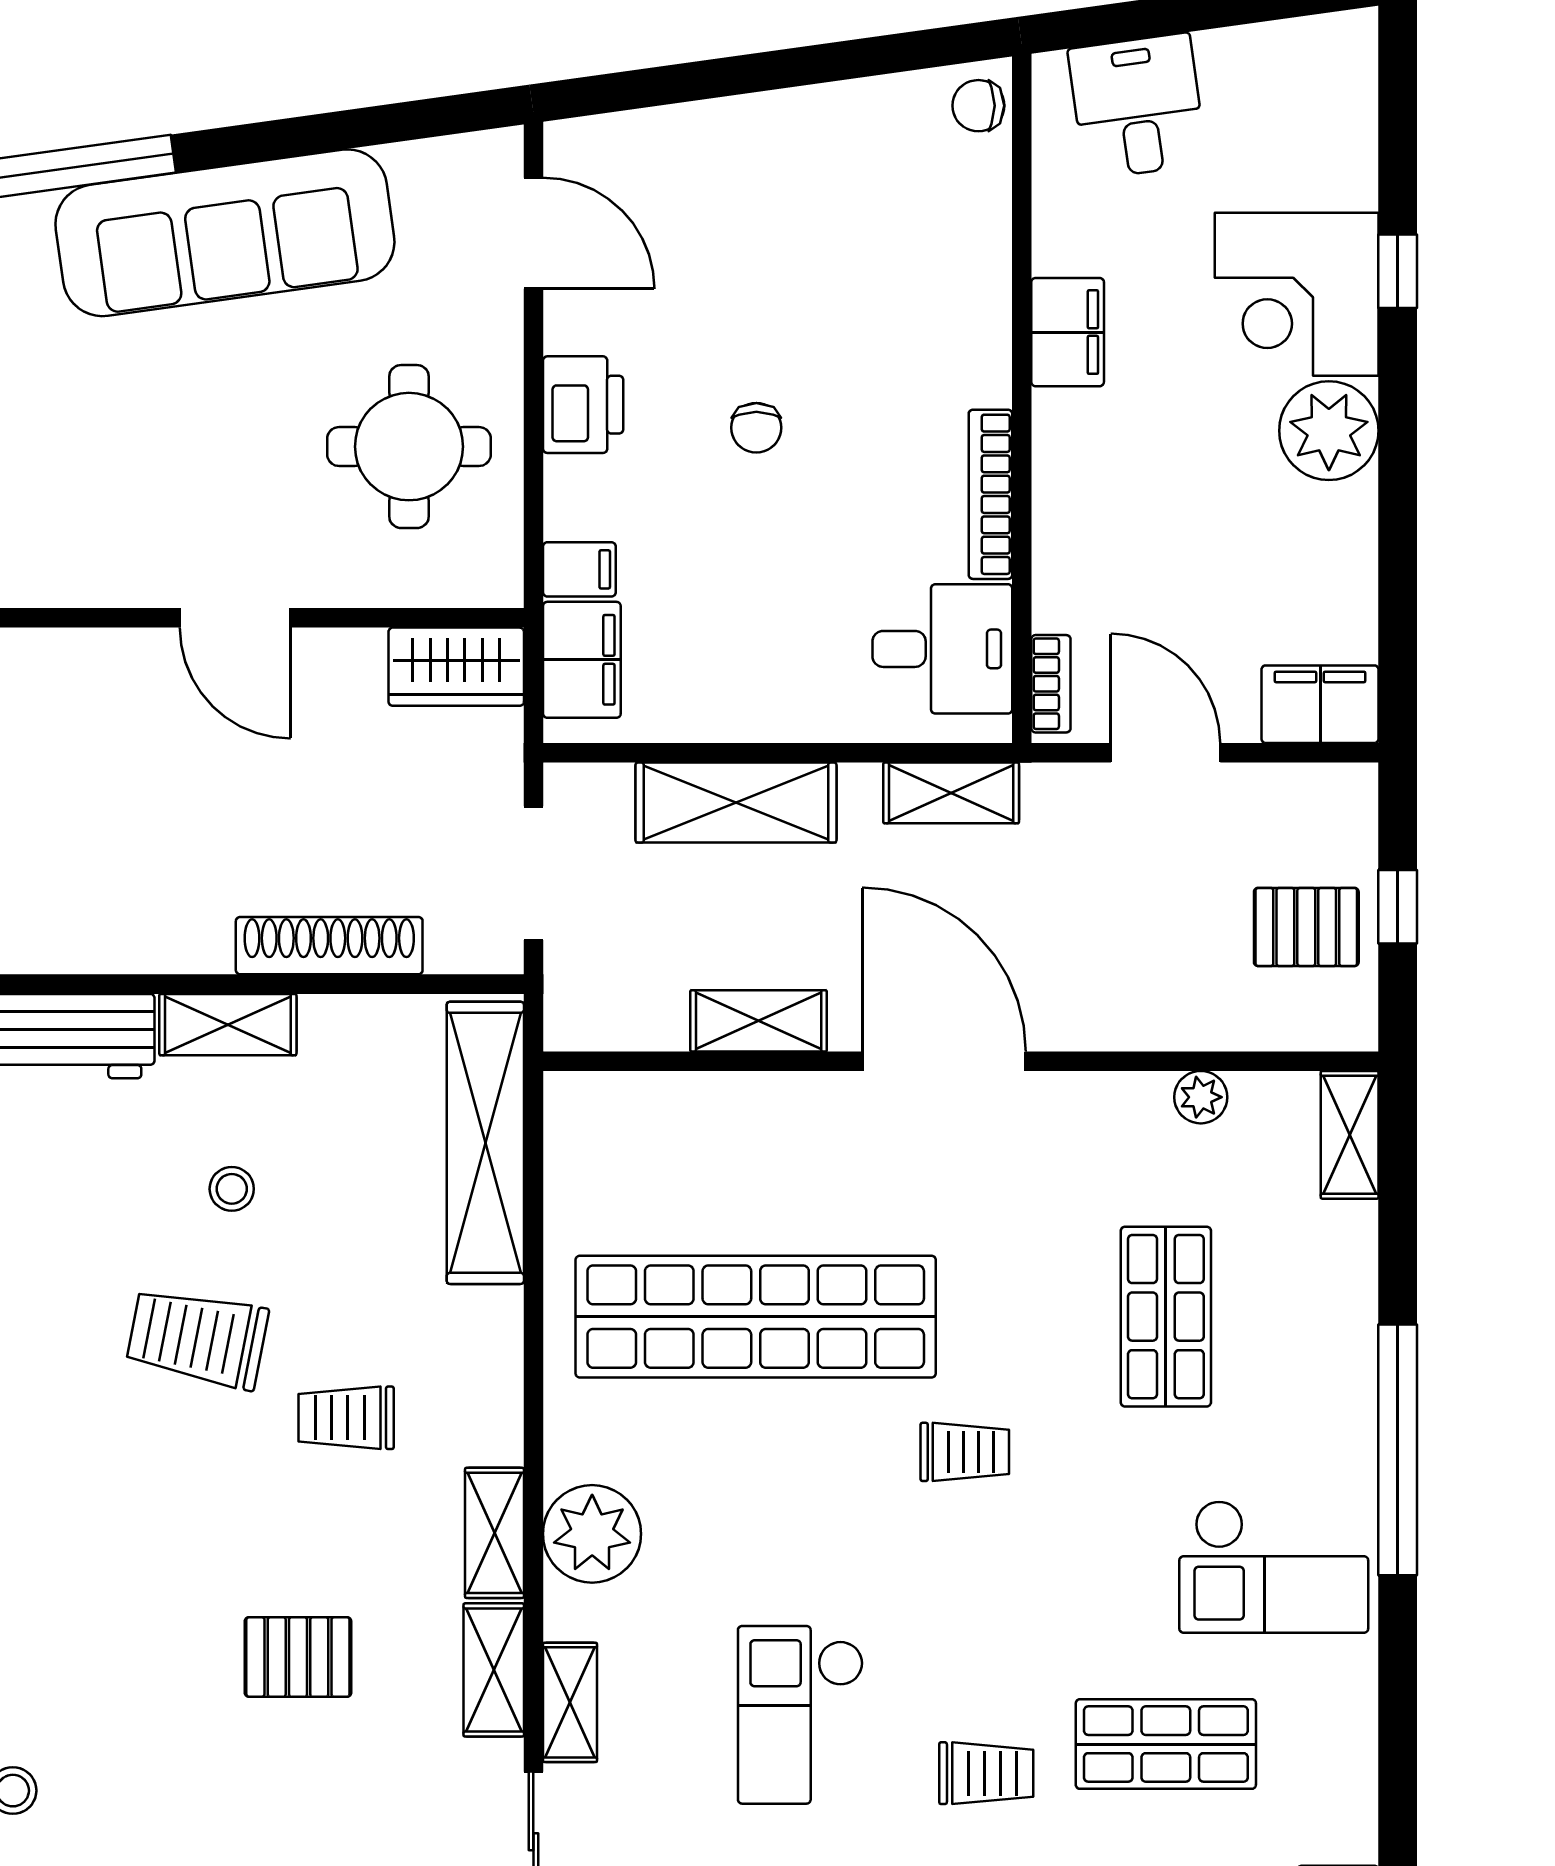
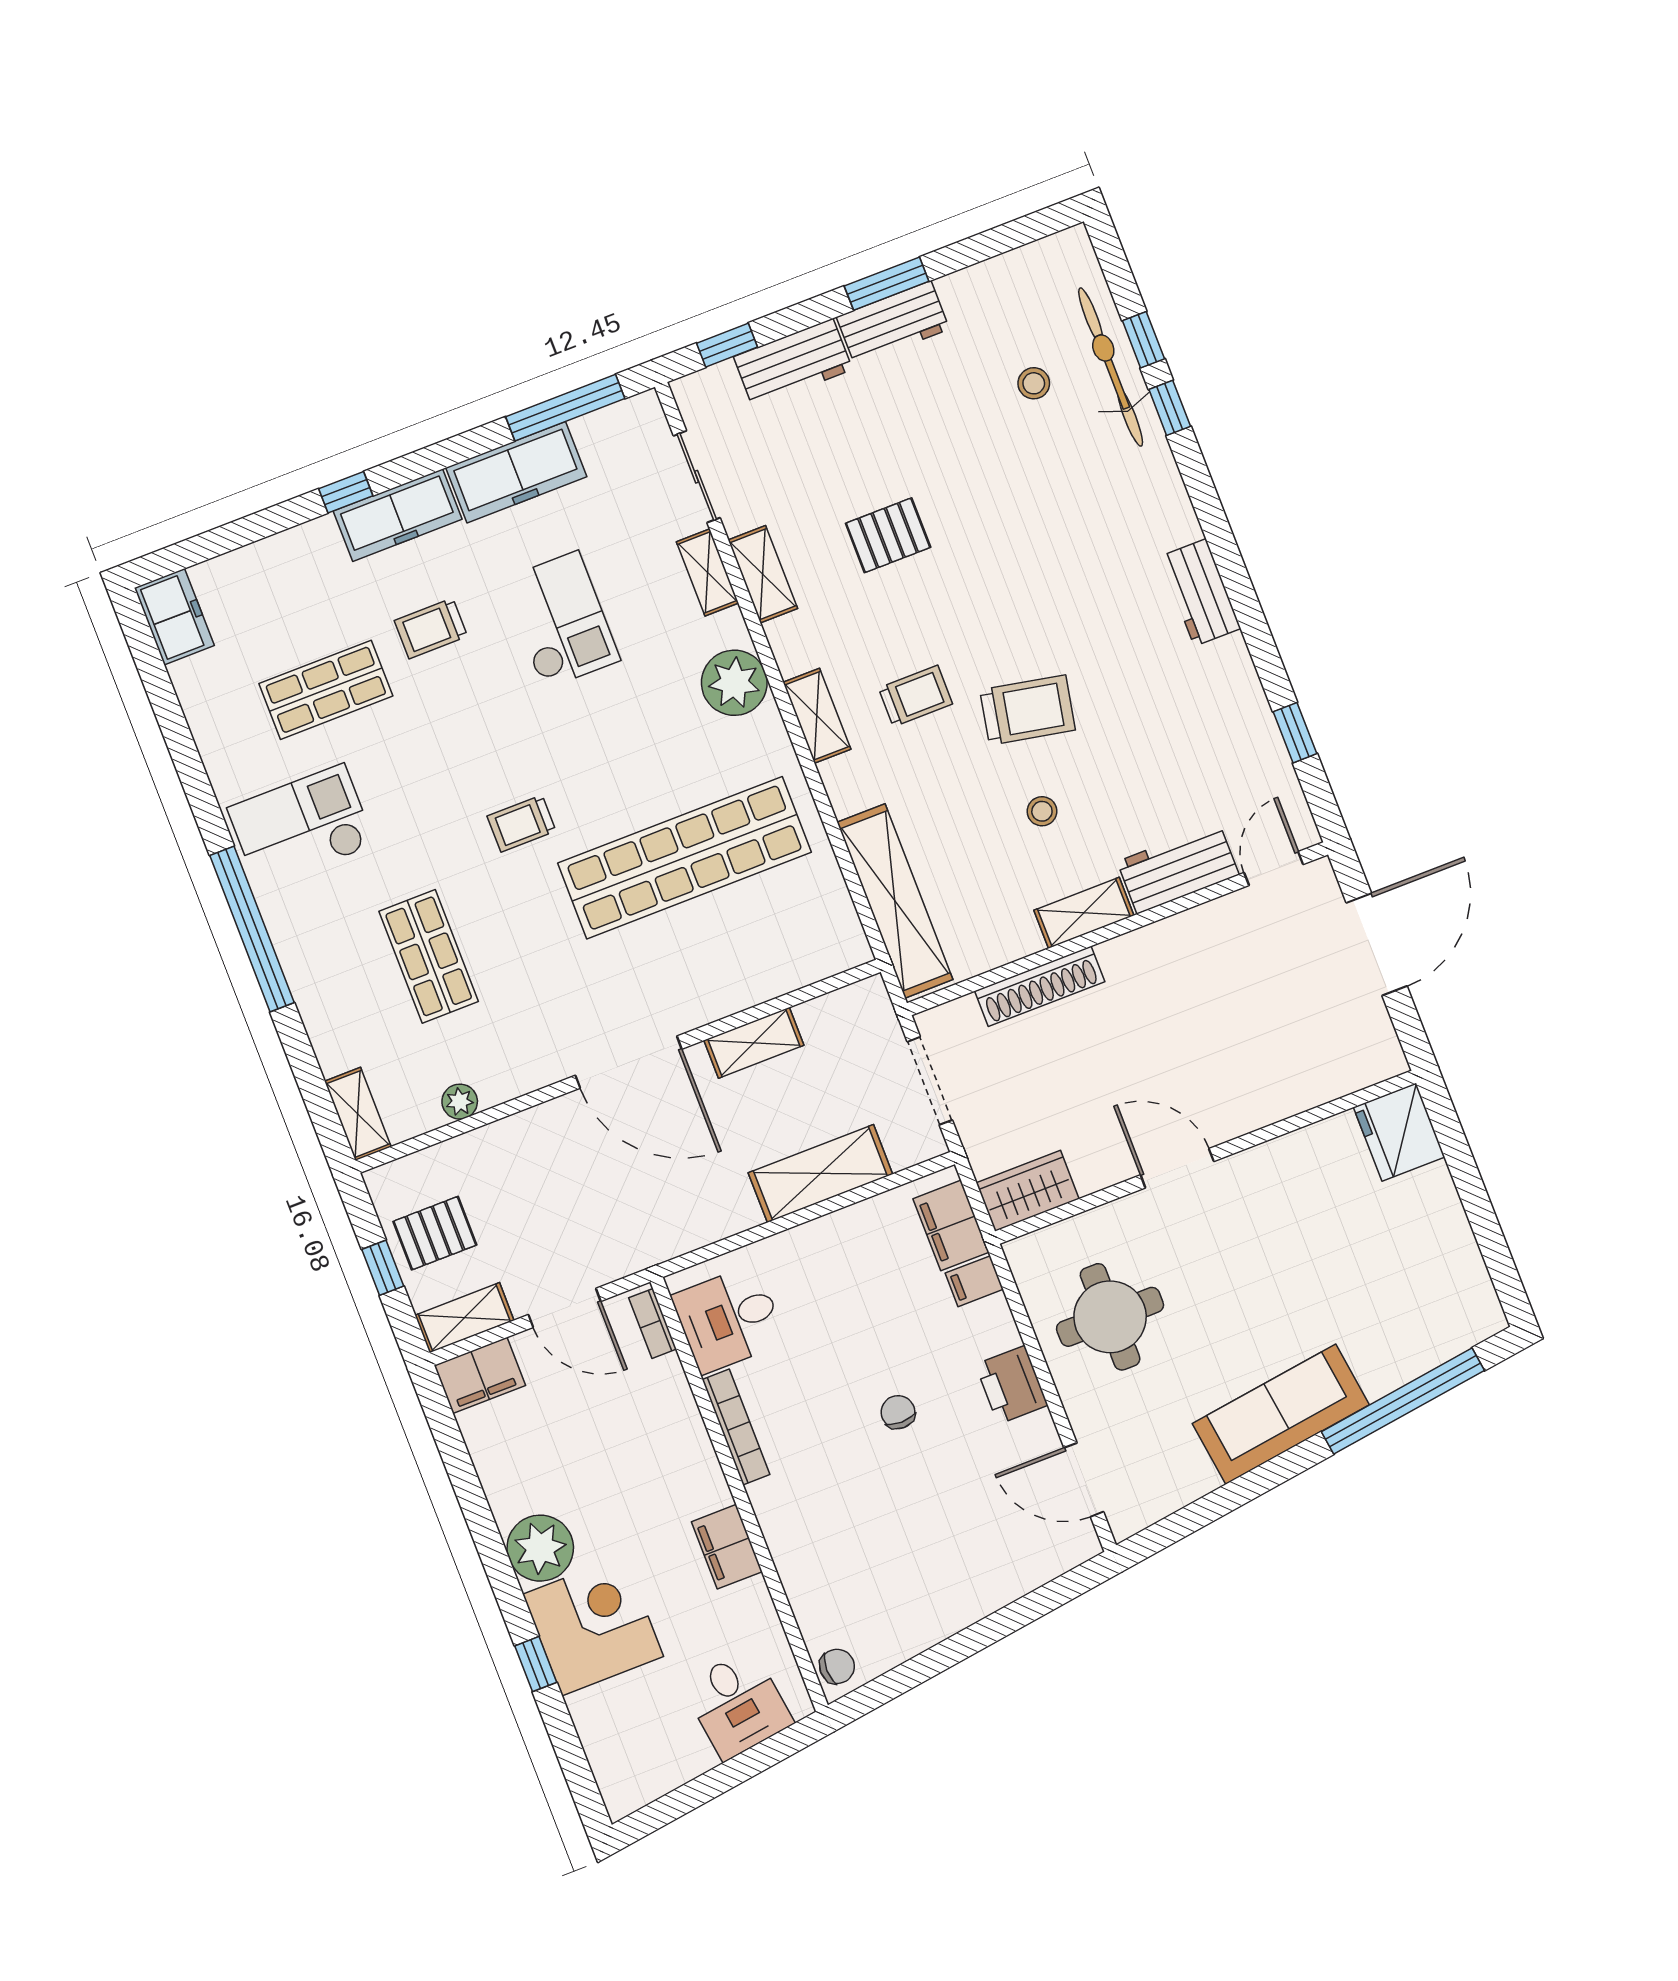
sofa: (225, 233) -> (1281, 1414), width x0.74, depth x0.79
shelving: (951, 793) -> (464, 1318), moved
shelving: (494, 1533) -> (817, 716), moved

